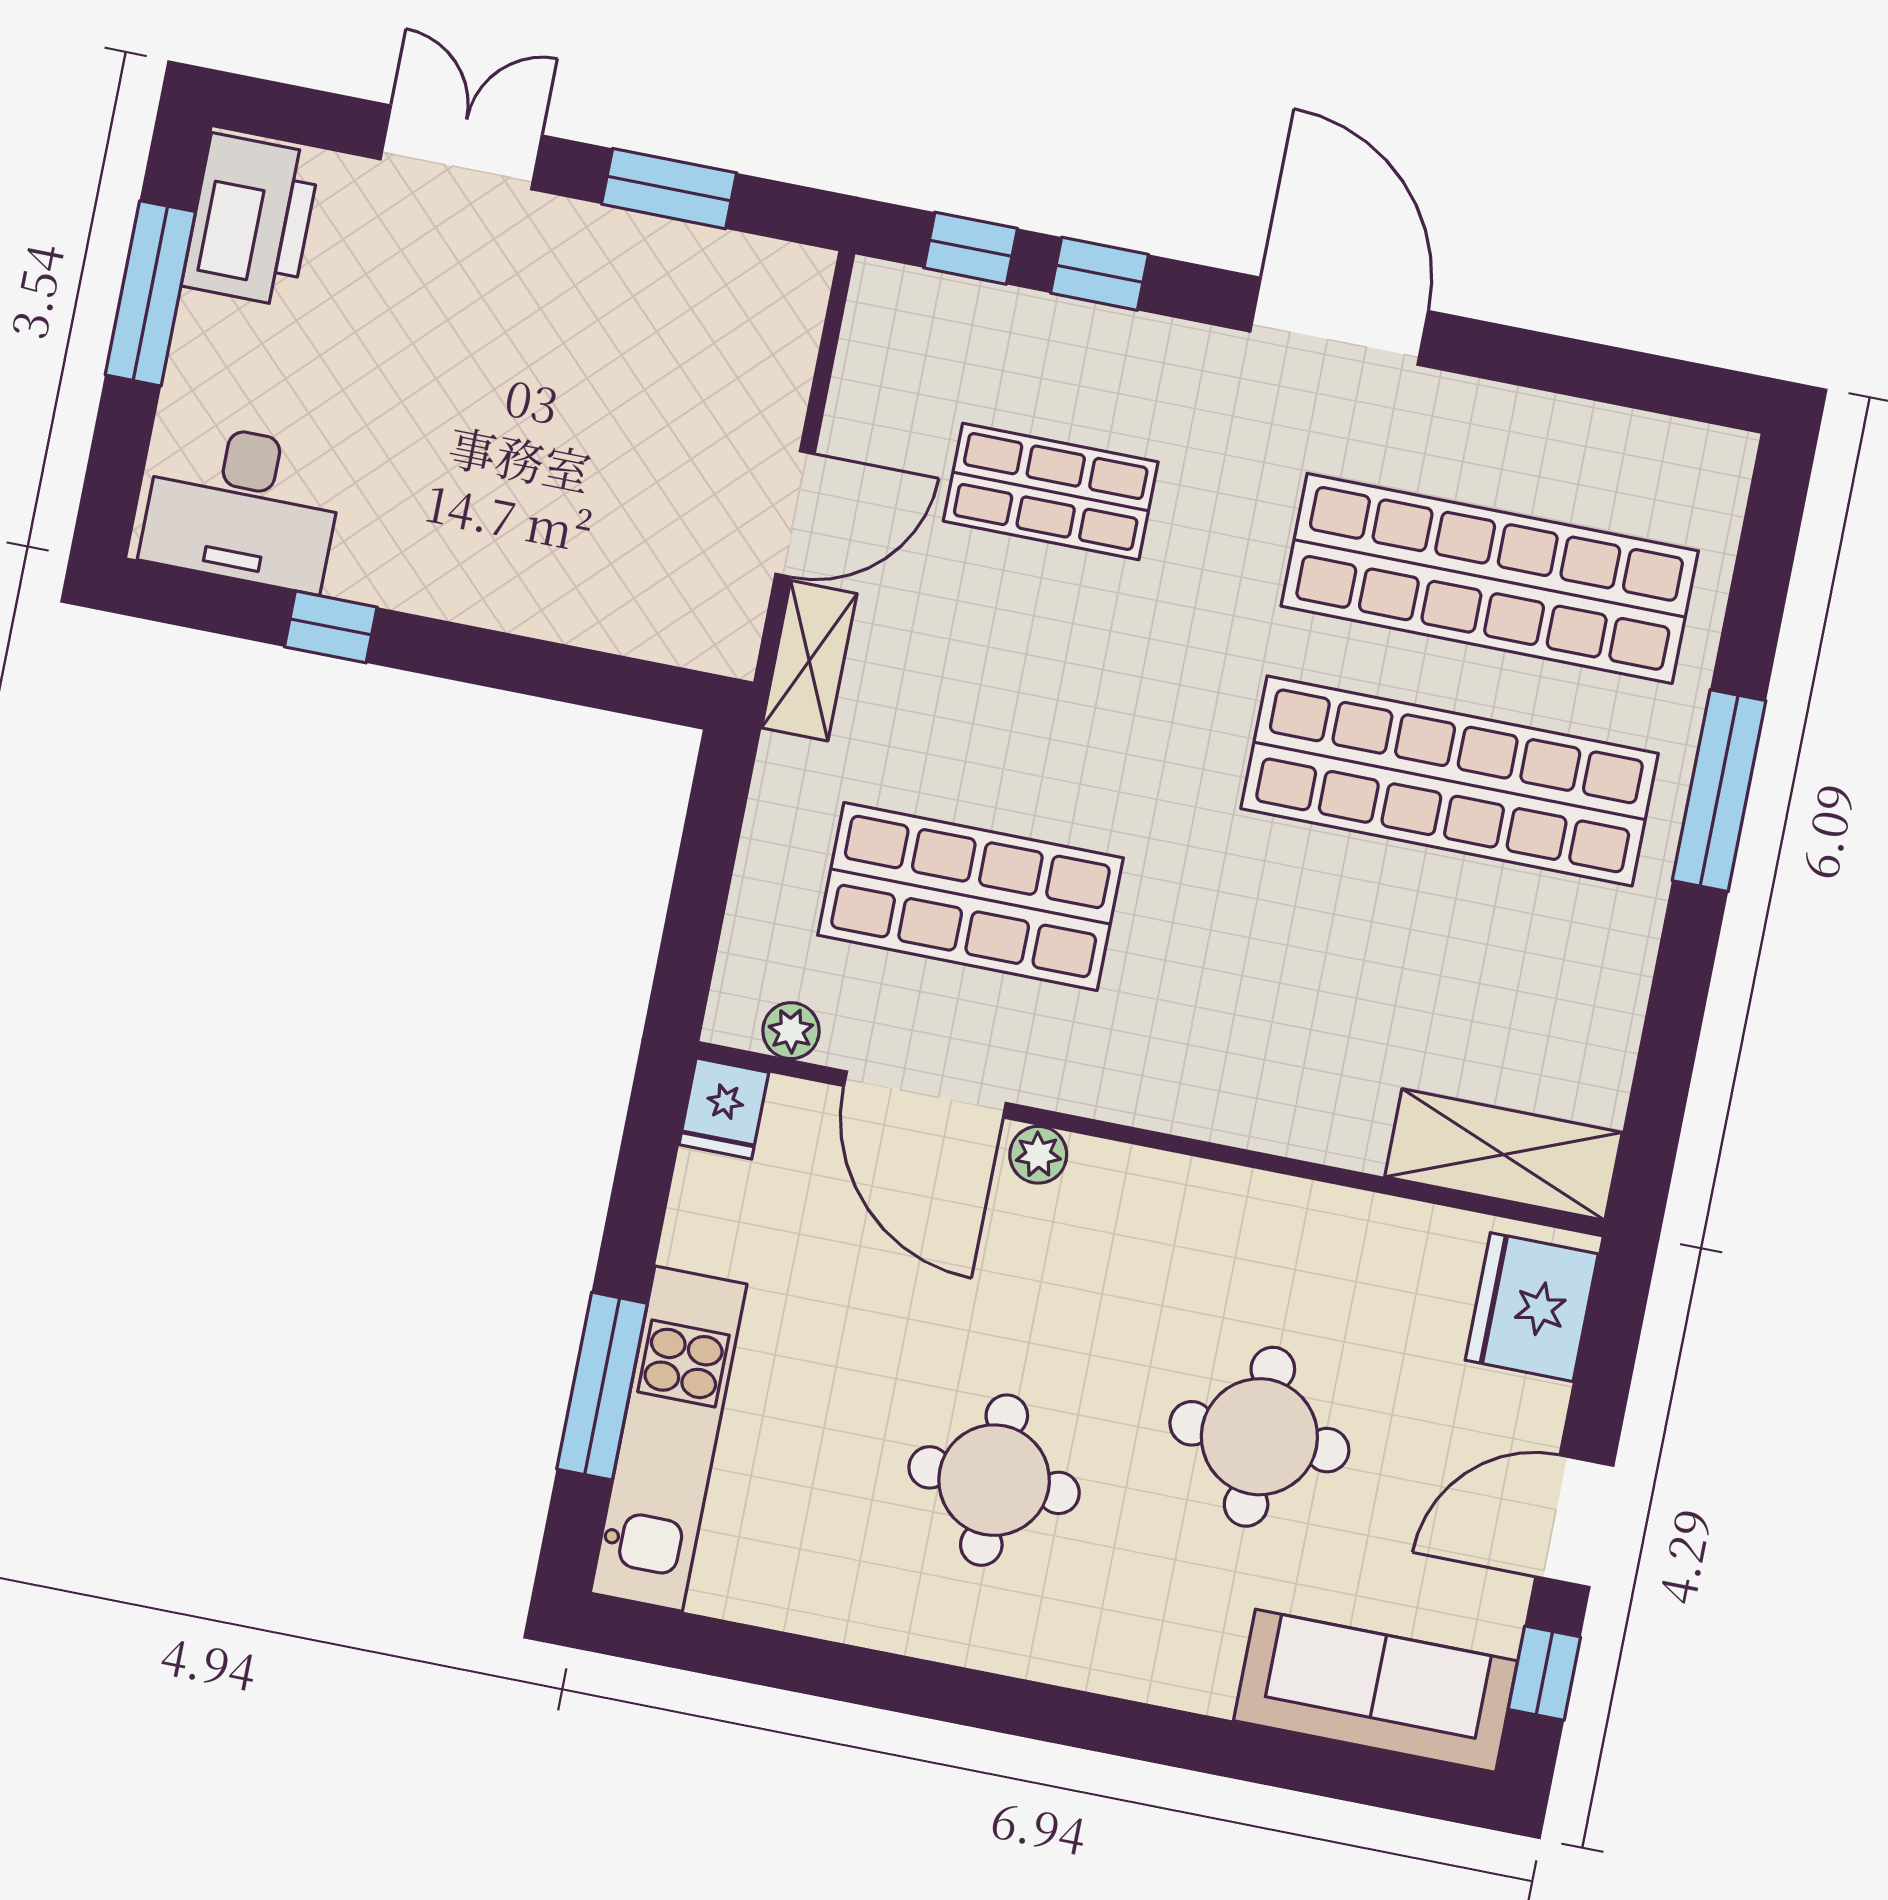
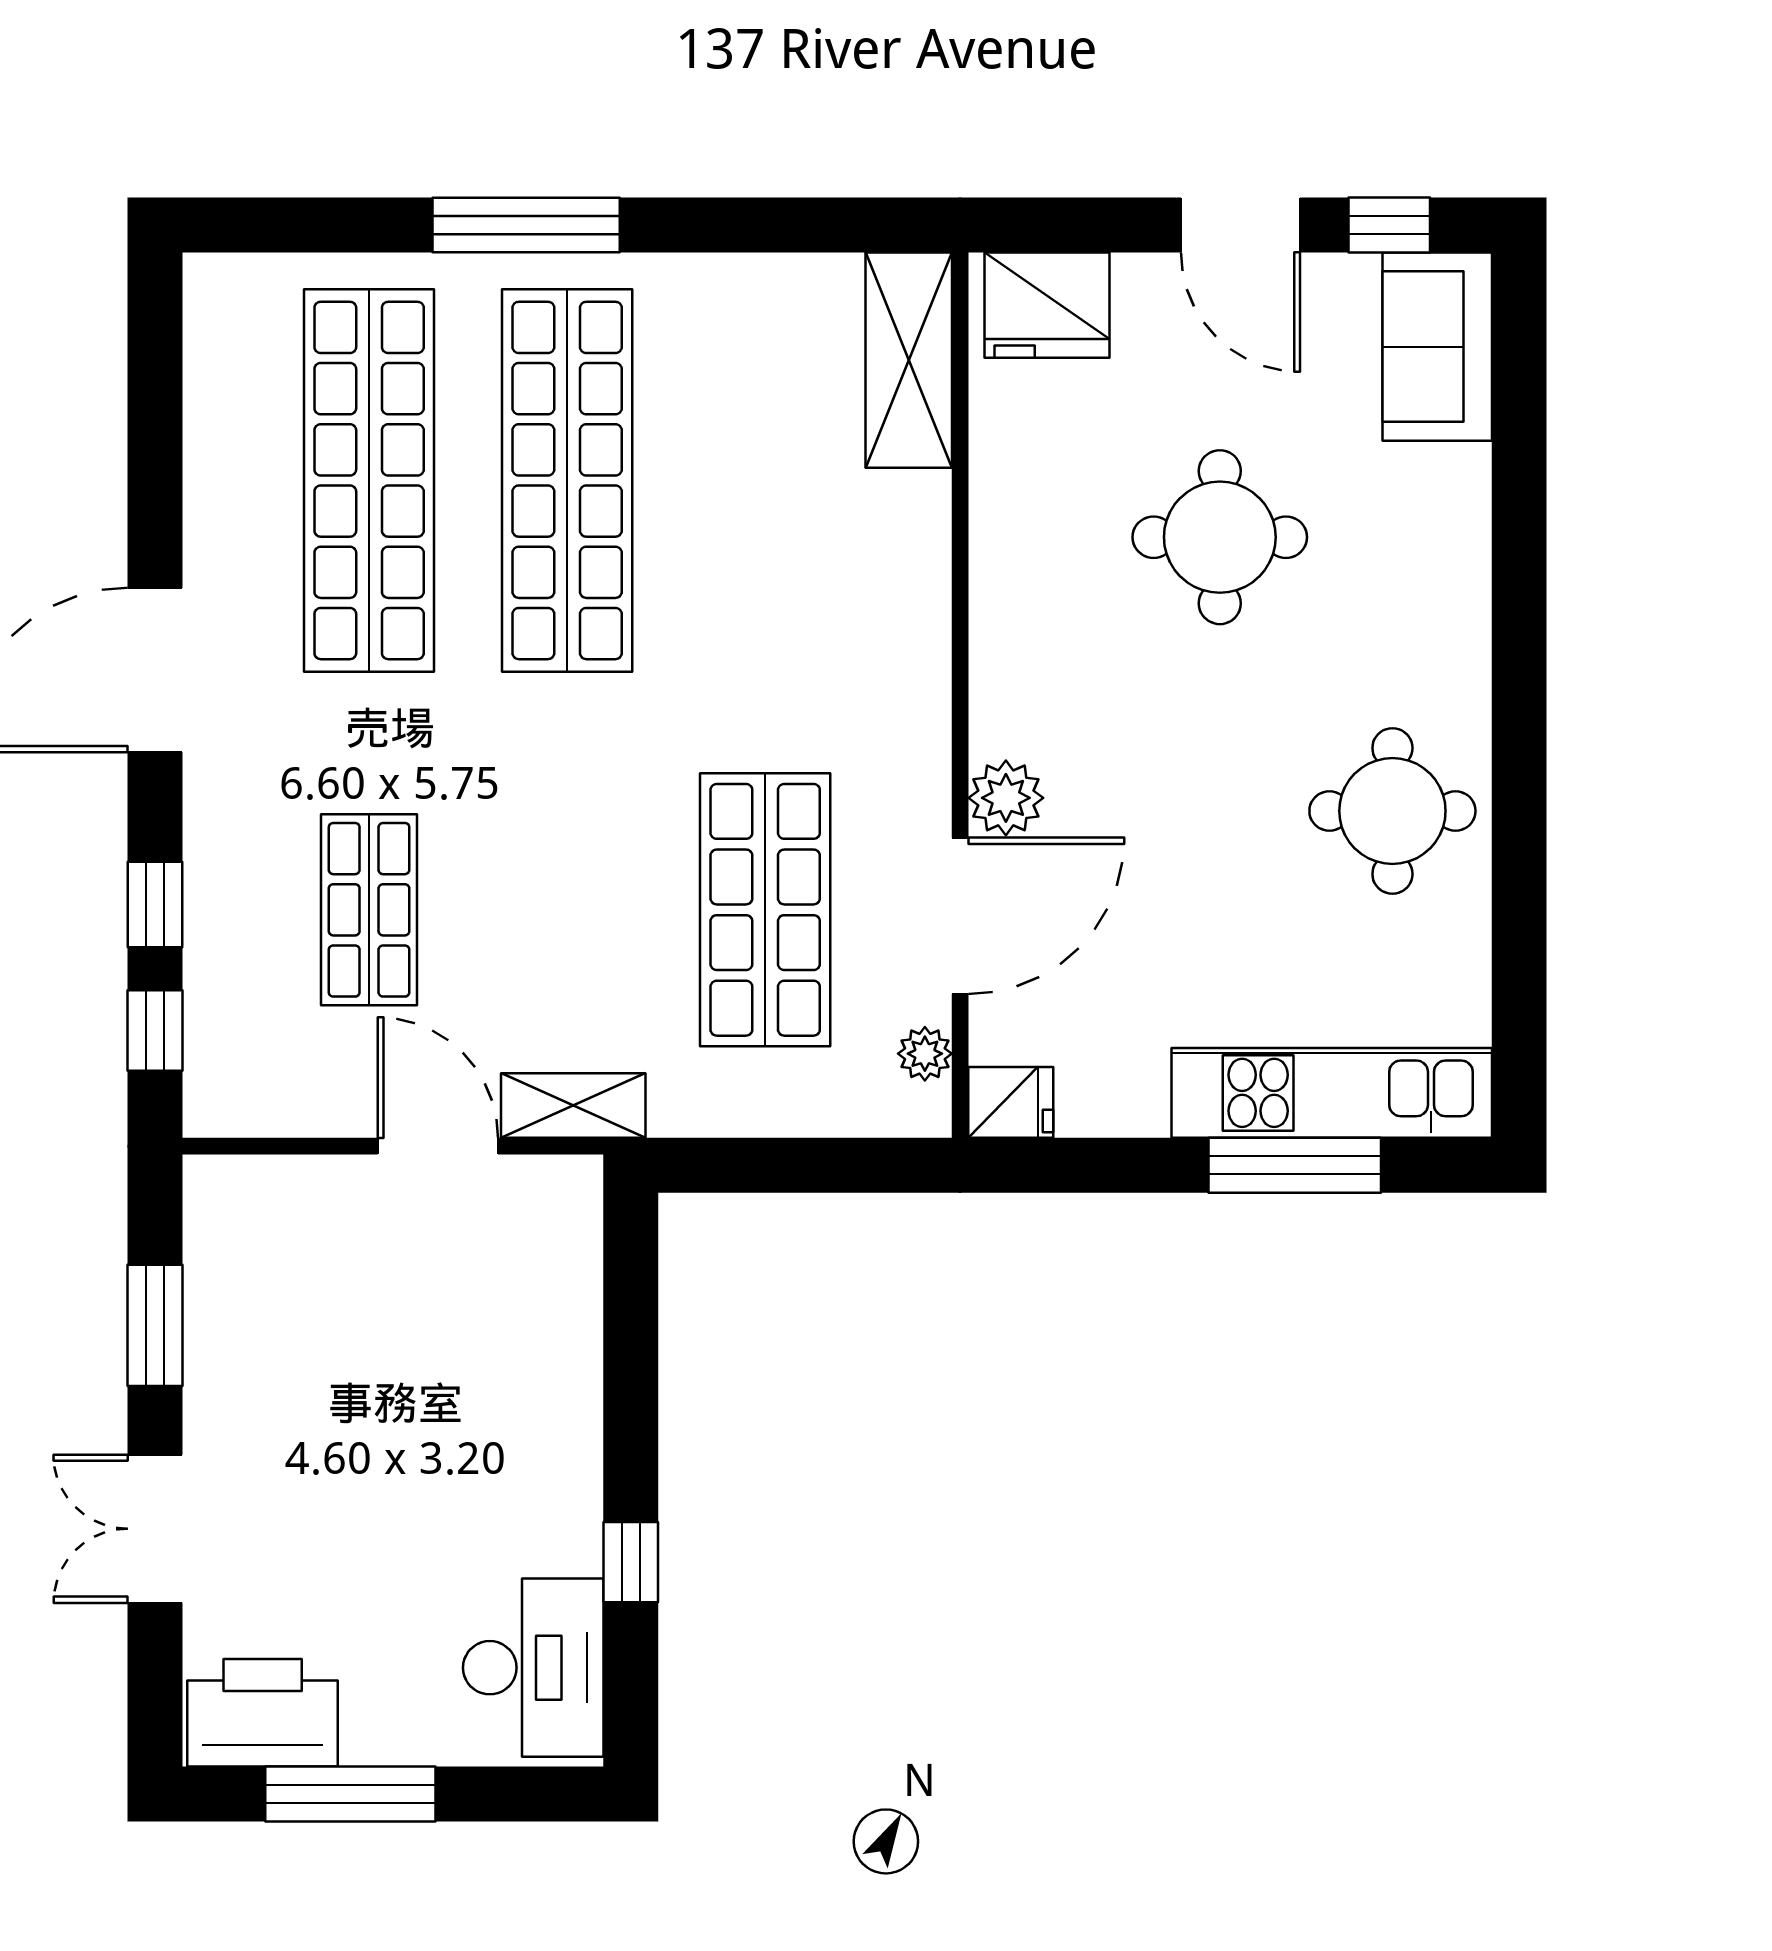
plant: (1038, 1155) -> (1006, 798), width x1.38, depth x1.38
round table: (994, 1480) -> (1392, 811), moved
sofa: (1376, 1691) -> (1437, 347), width x0.73

